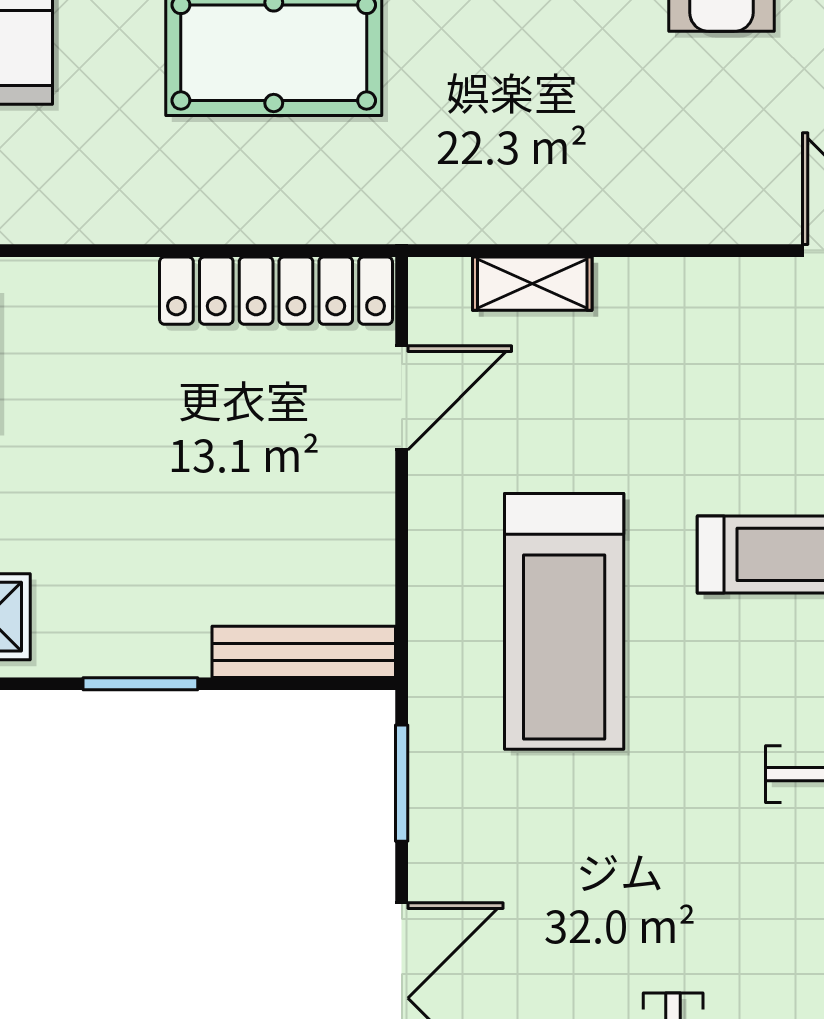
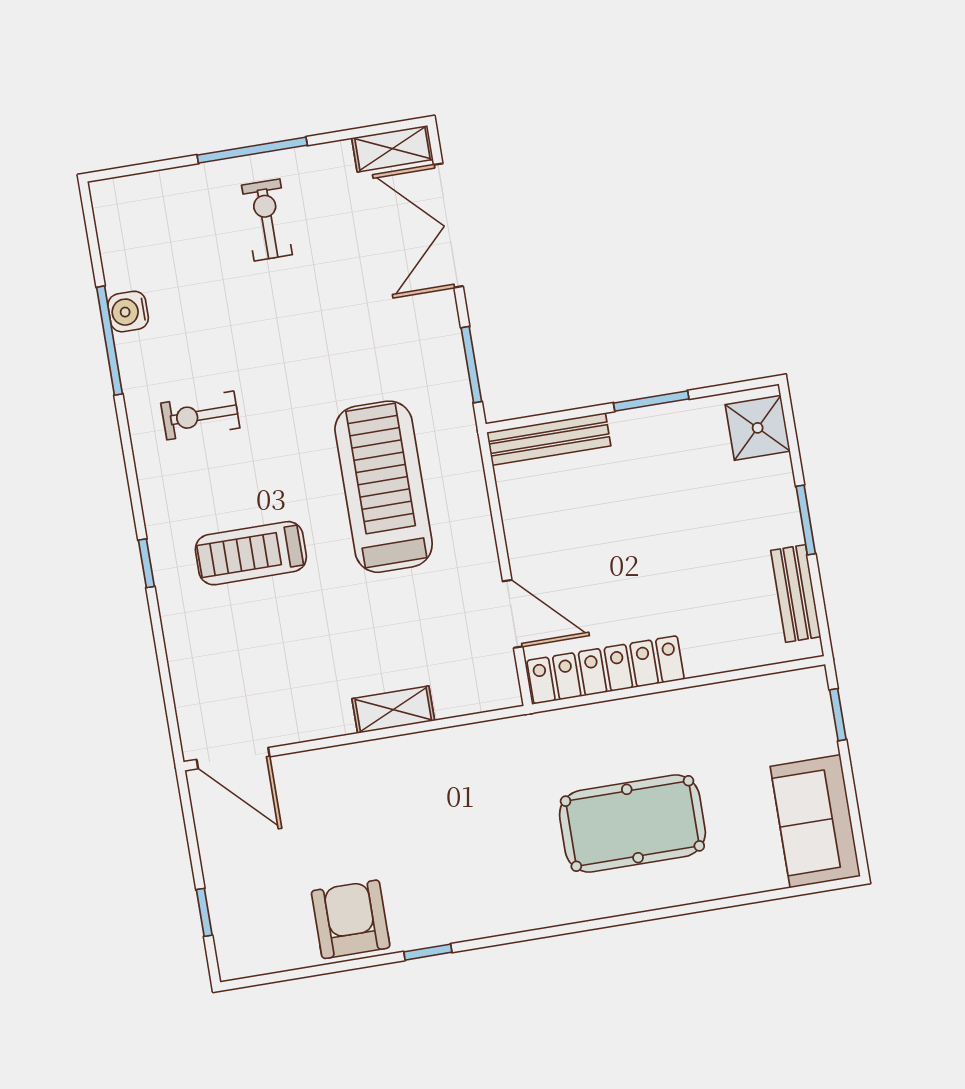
shelving: (532, 284) -> (393, 710), moved
door: (402, 398) -> (513, 614), swing flipped

